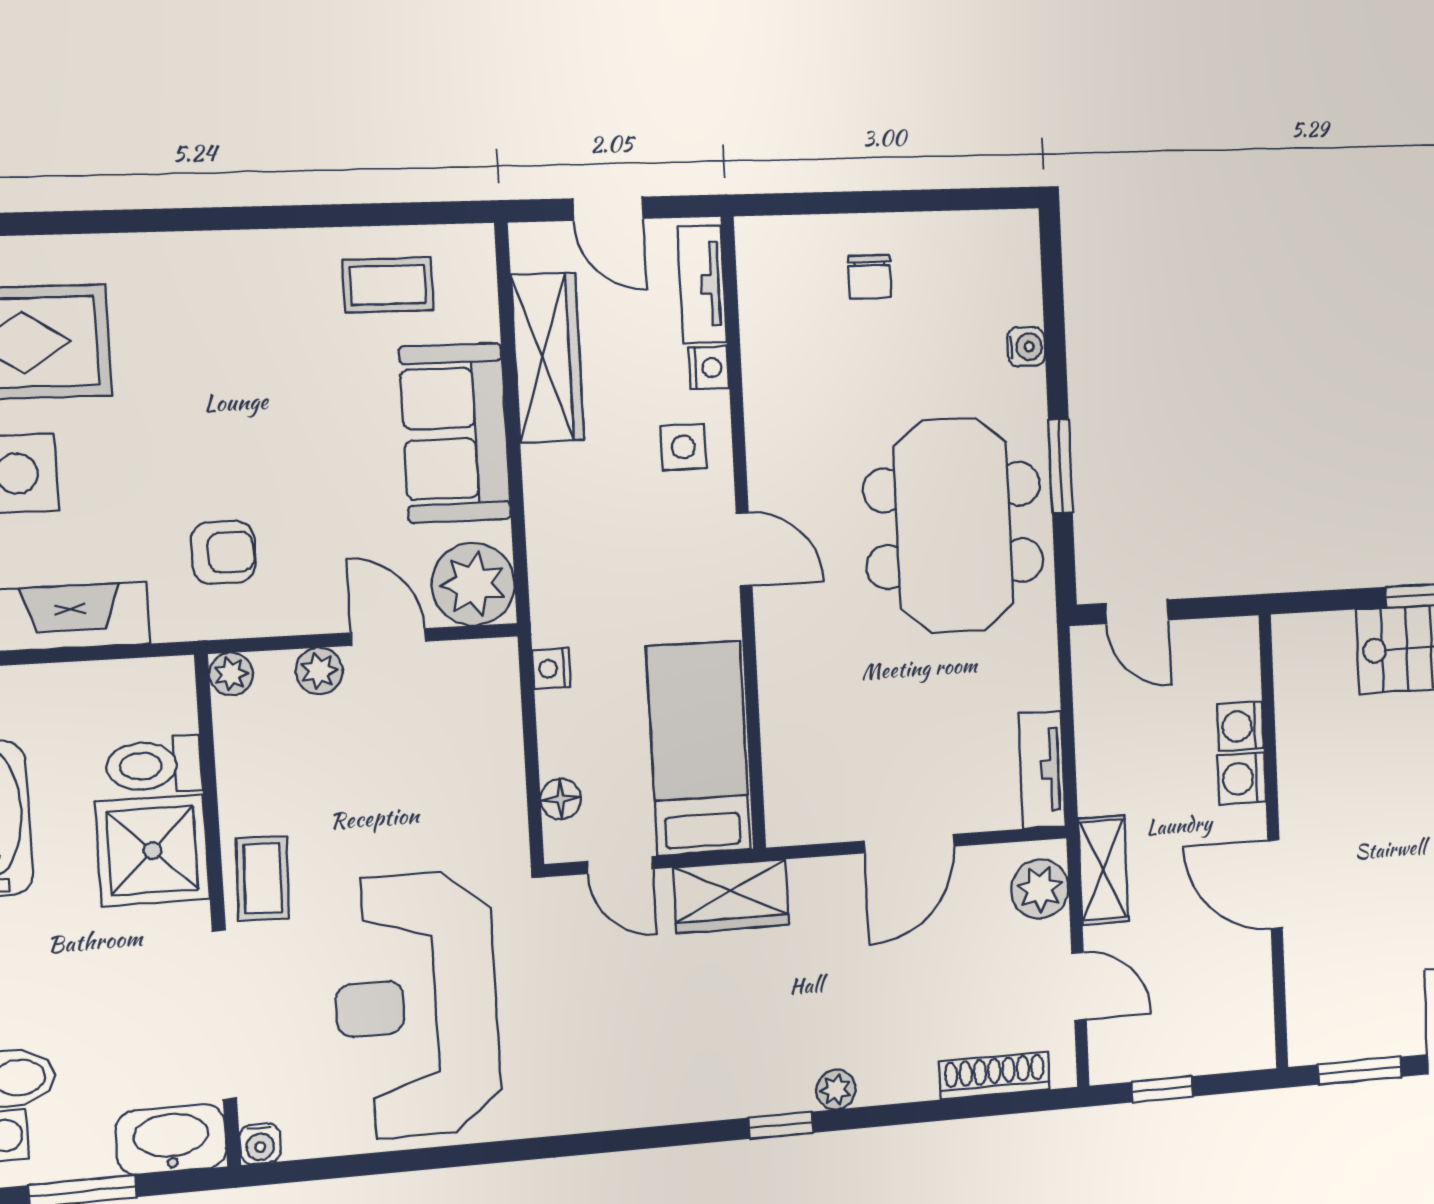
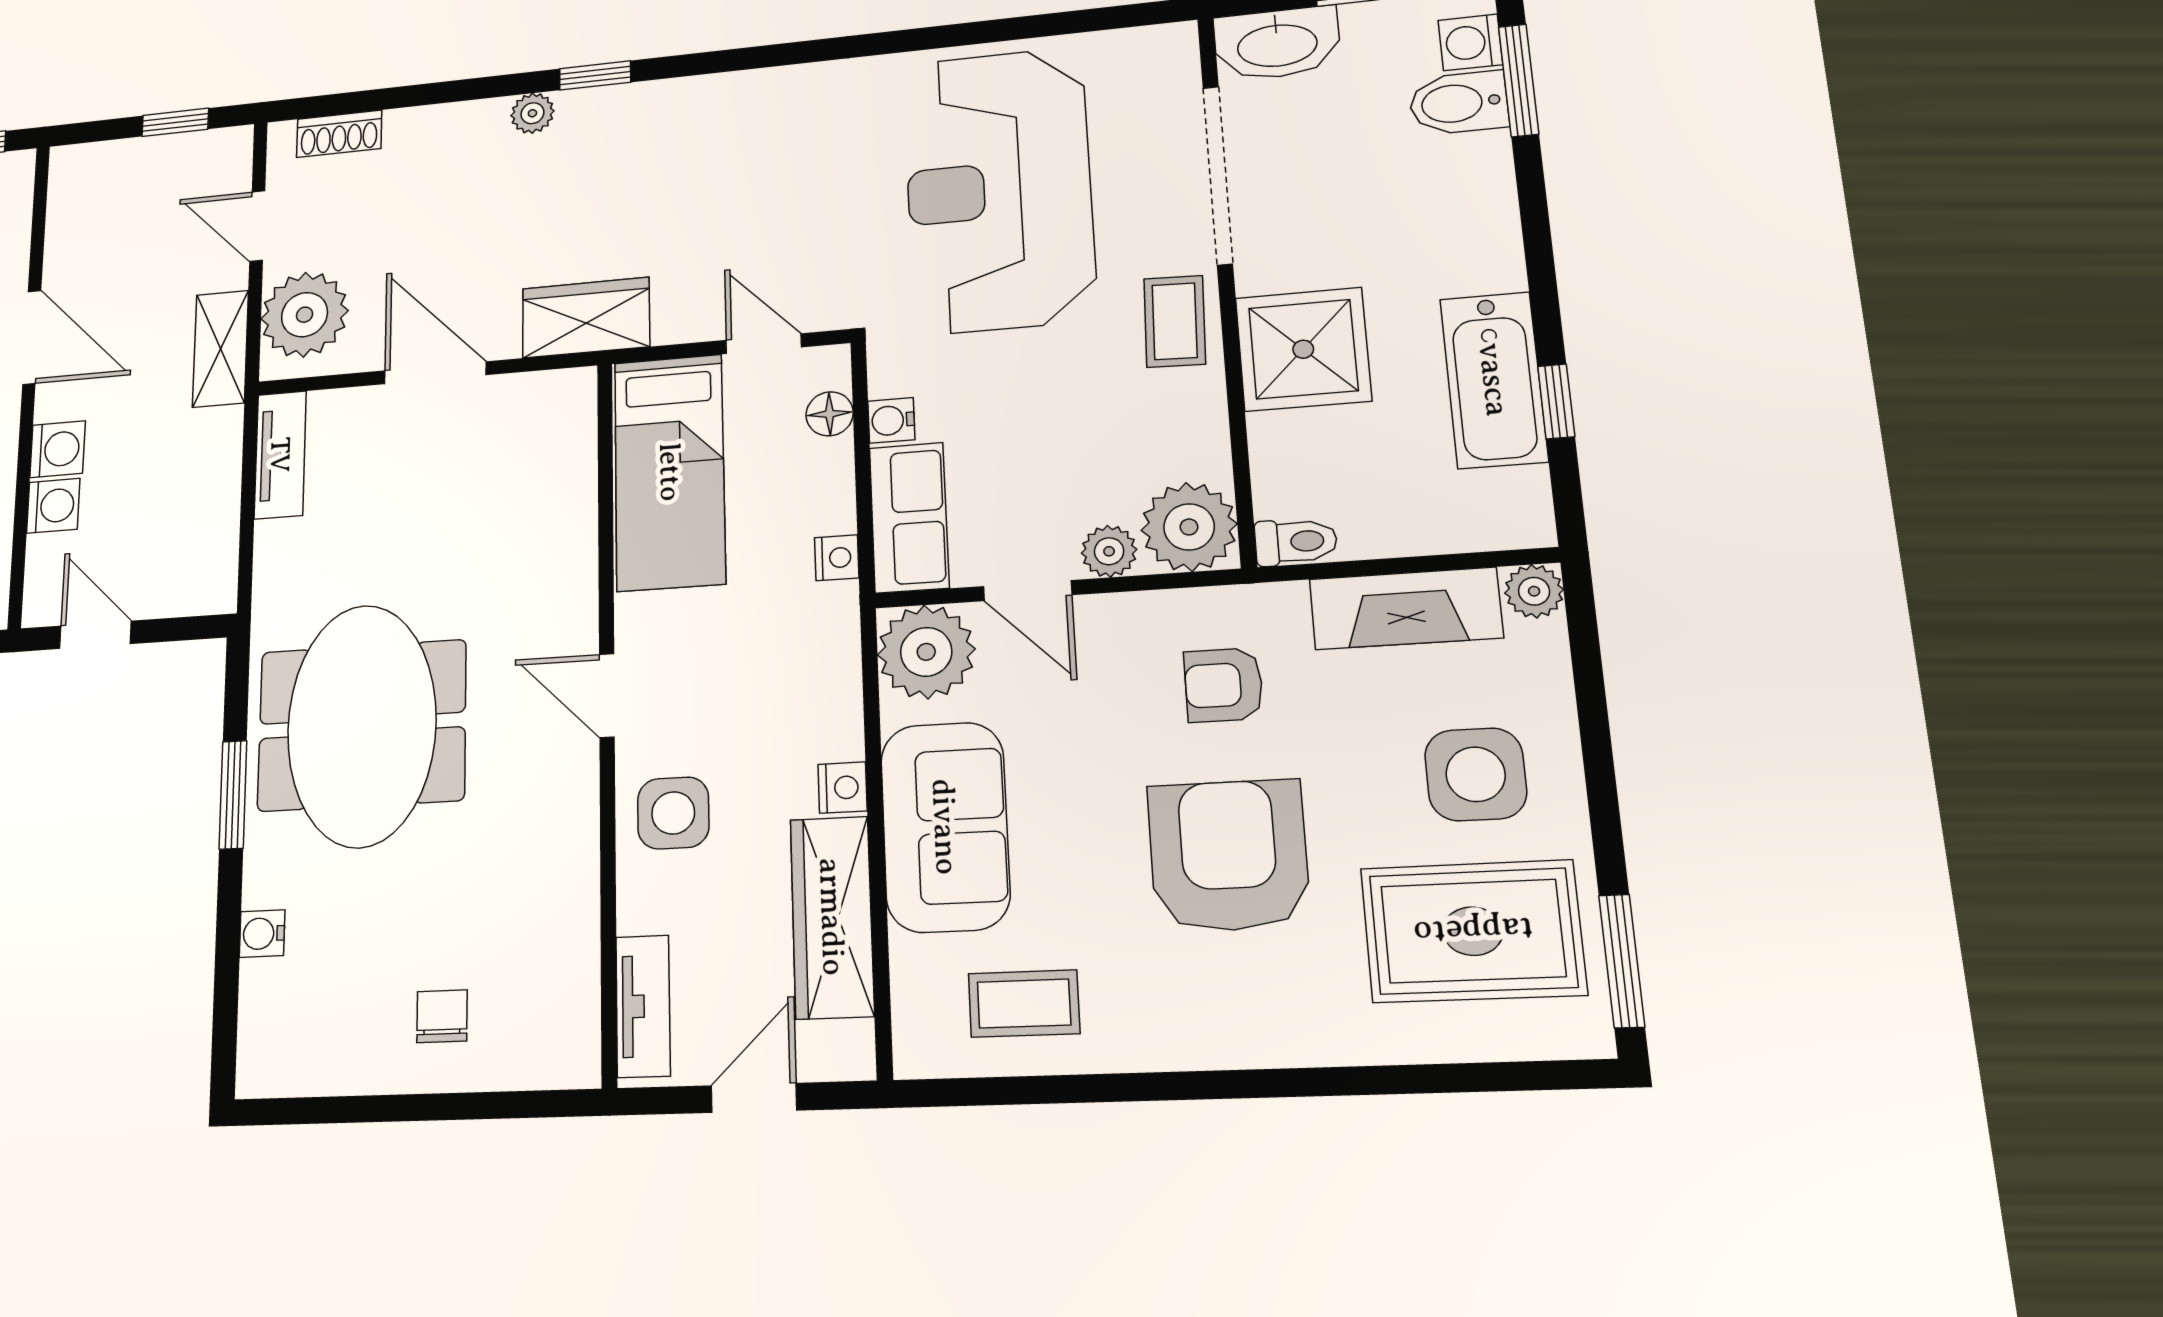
door: (608, 209) -> (754, 1098), hinge flipped
nightstand: (709, 368) -> (843, 788), moved, turned 180
armchair: (221, 407) -> (1228, 856), added
side table: (683, 447) -> (673, 813), width x1.37, depth x1.37
door: (1137, 612) -> (95, 635), moved
plant: (231, 674) -> (1189, 527), width x1.87, depth x1.87
row of seats: (490, 704) -> (909, 518), added
toilet: (154, 765) -> (1296, 542), moved, width x0.73, depth x0.72
door: (909, 844) -> (435, 373), hinge flipped
plant: (1040, 889) -> (304, 315), width x1.36, depth x1.36
wardrobe: (731, 896) -> (586, 318), moved
reception desk: (417, 1005) -> (999, 190), turned 180
shoe rack: (995, 1076) -> (339, 134), width x0.70
water cooler: (260, 1144) -> (891, 420), moved, turned -90

